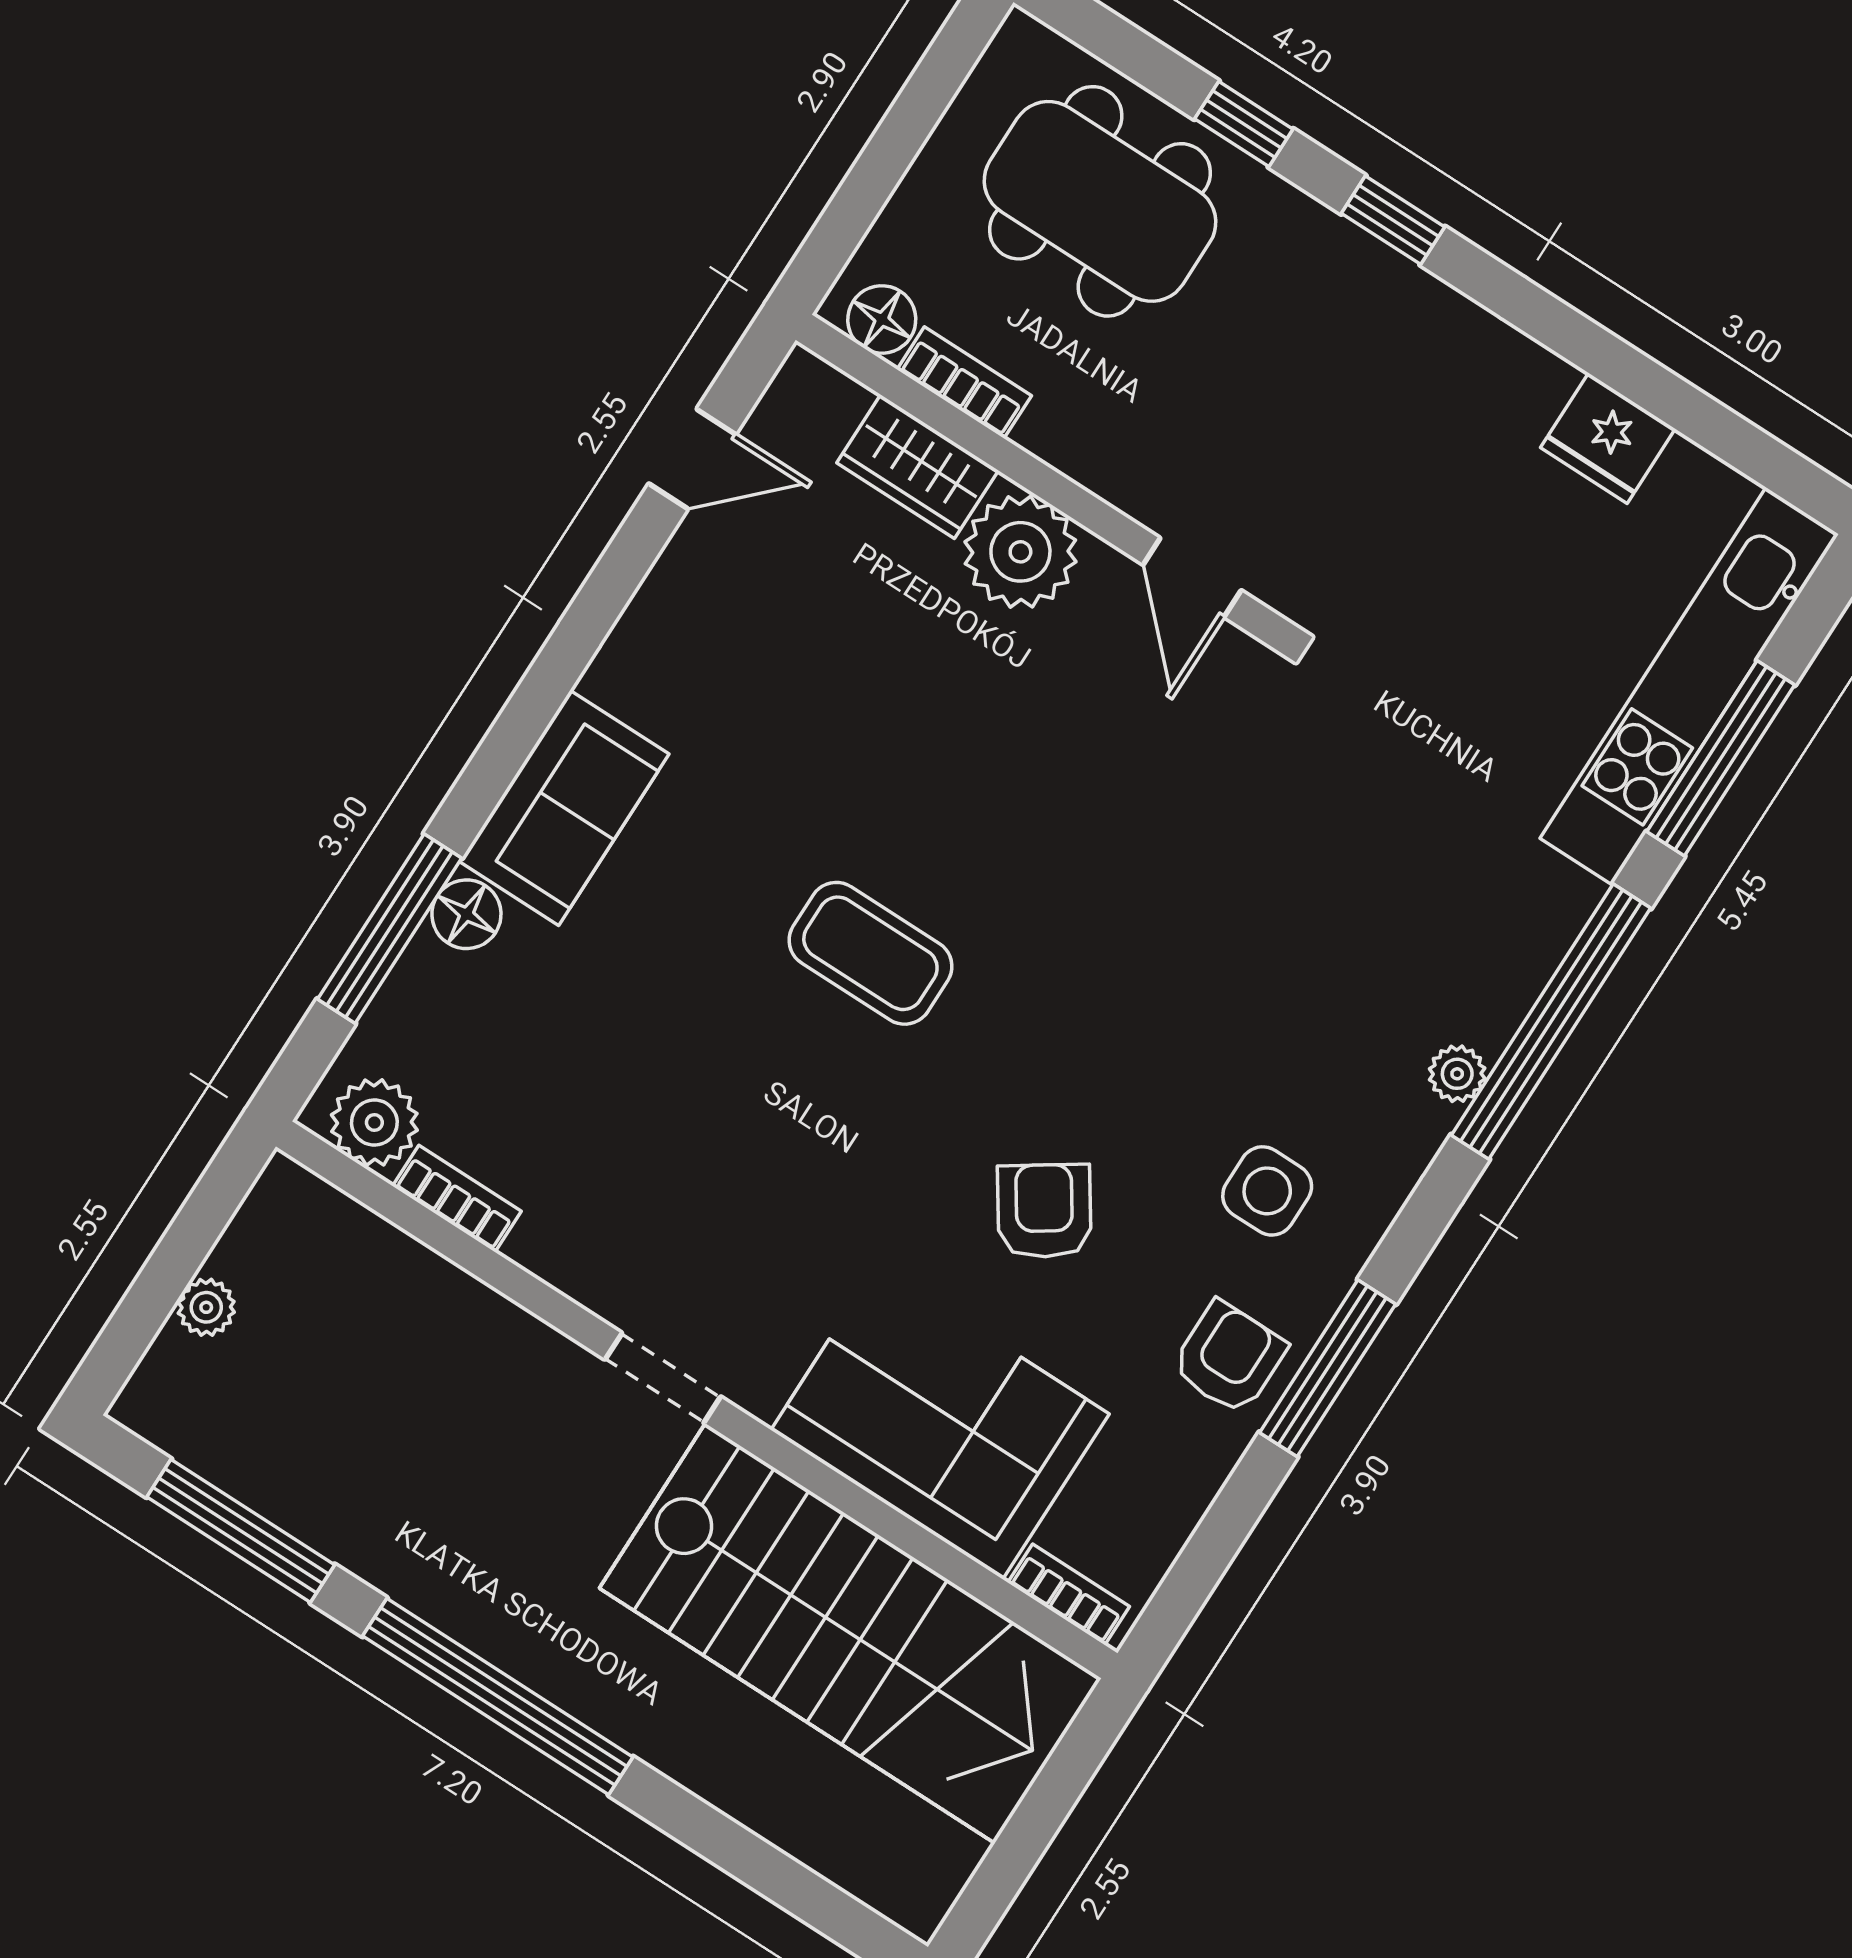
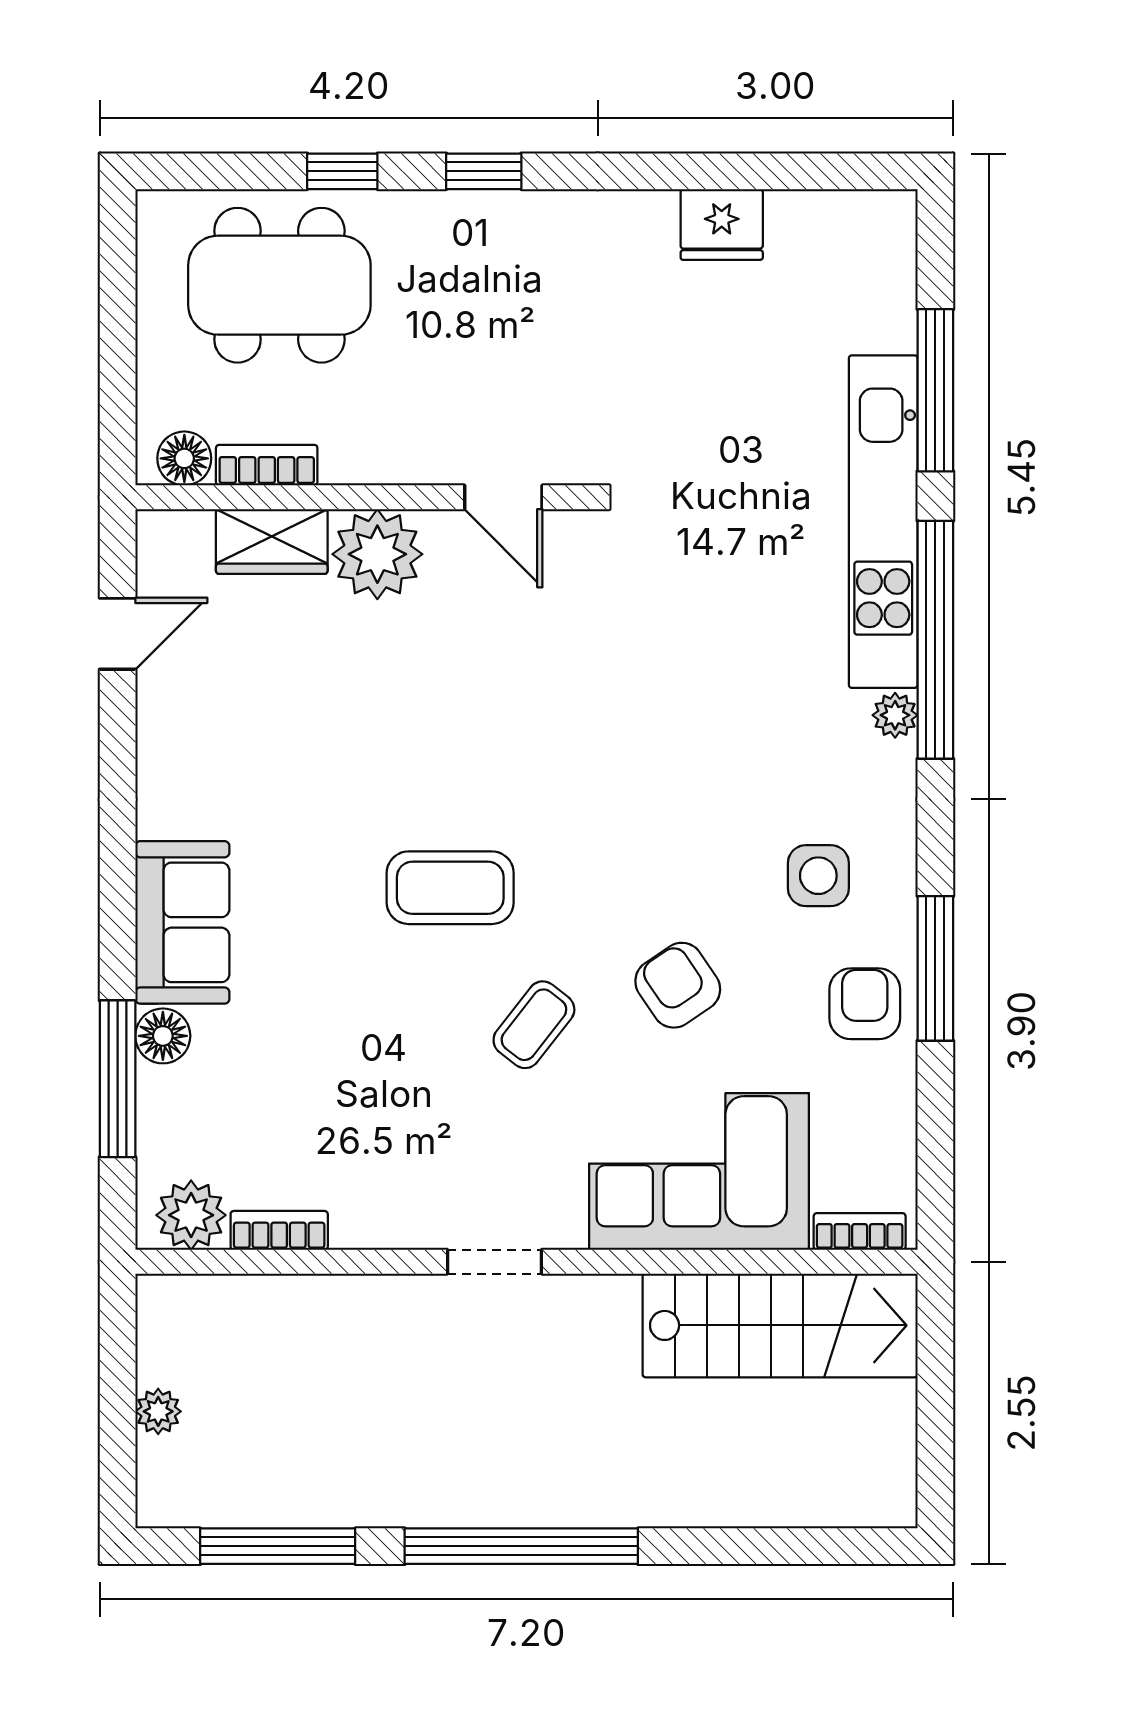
kitchen unit: (1689, 686) -> (883, 522), moved
coffee table: (866, 1155) -> (534, 1025), added
stairs: (850, 1633) -> (780, 1325), width x0.73, depth x0.66

